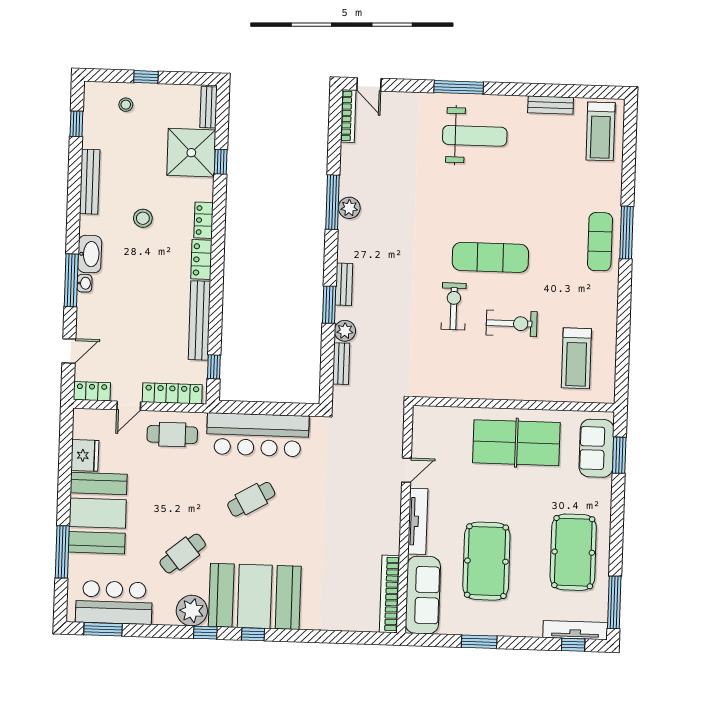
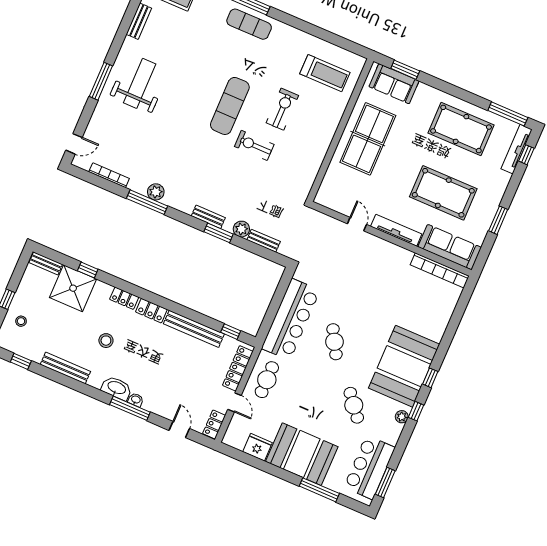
bookcase: (348, 116) -> (109, 175), moved
plant: (192, 611) -> (402, 417), width x0.53, depth x0.53

